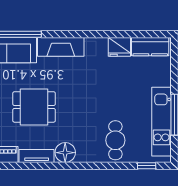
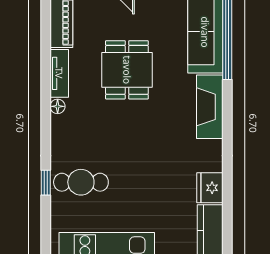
floor lamp: (65, 153) -> (58, 106), width x0.53, depth x0.53
window: (147, 166) -> (46, 183), moved

